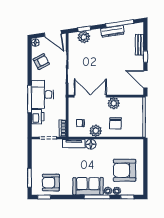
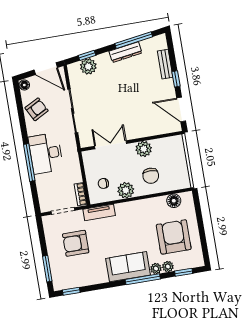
double door: (90, 96) -> (111, 145), width x0.73
printer: (38, 117) -> (44, 184), removed
floor lamp: (91, 144) -> (174, 201), moved
armchair: (125, 170) -> (174, 237), turned 90
armchair: (51, 183) -> (76, 243), moved

